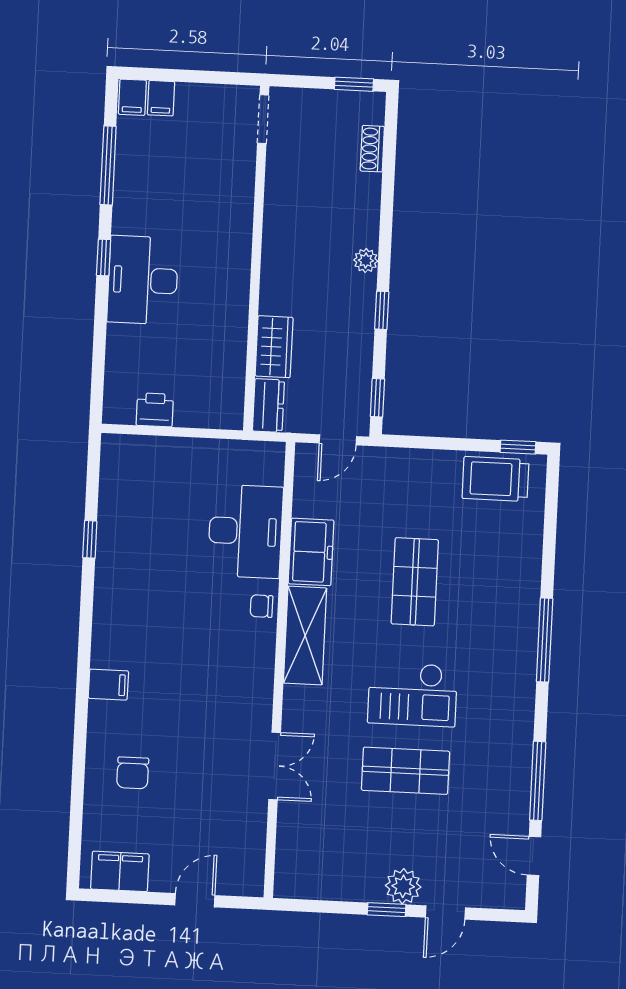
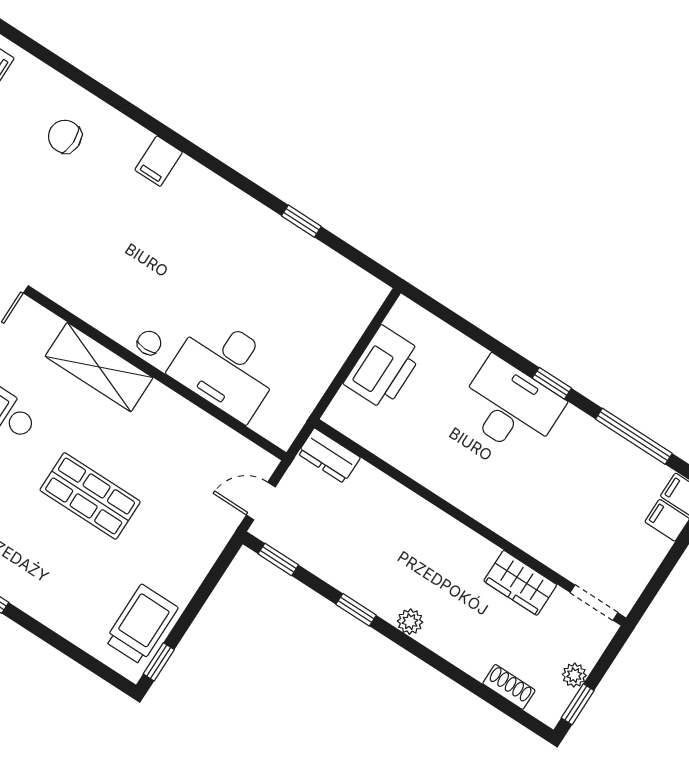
plant: (332, 101) -> (574, 675), added
wardrobe: (274, 347) -> (520, 583), moved
printer: (155, 410) -> (383, 368), width x1.87, depth x1.48
door: (338, 440) -> (261, 501), hinge flipped
freezer: (311, 552) -> (172, 417), removed

